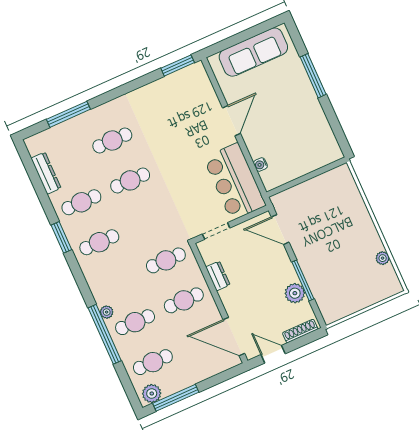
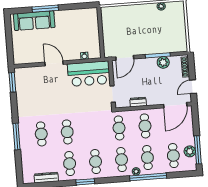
sofa: (253, 52) -> (34, 21), moved, turned 90
window: (68, 114) -> (17, 137), moved
cafe table: (117, 282) -> (121, 160), added
plant: (152, 394) -> (190, 151), moved

